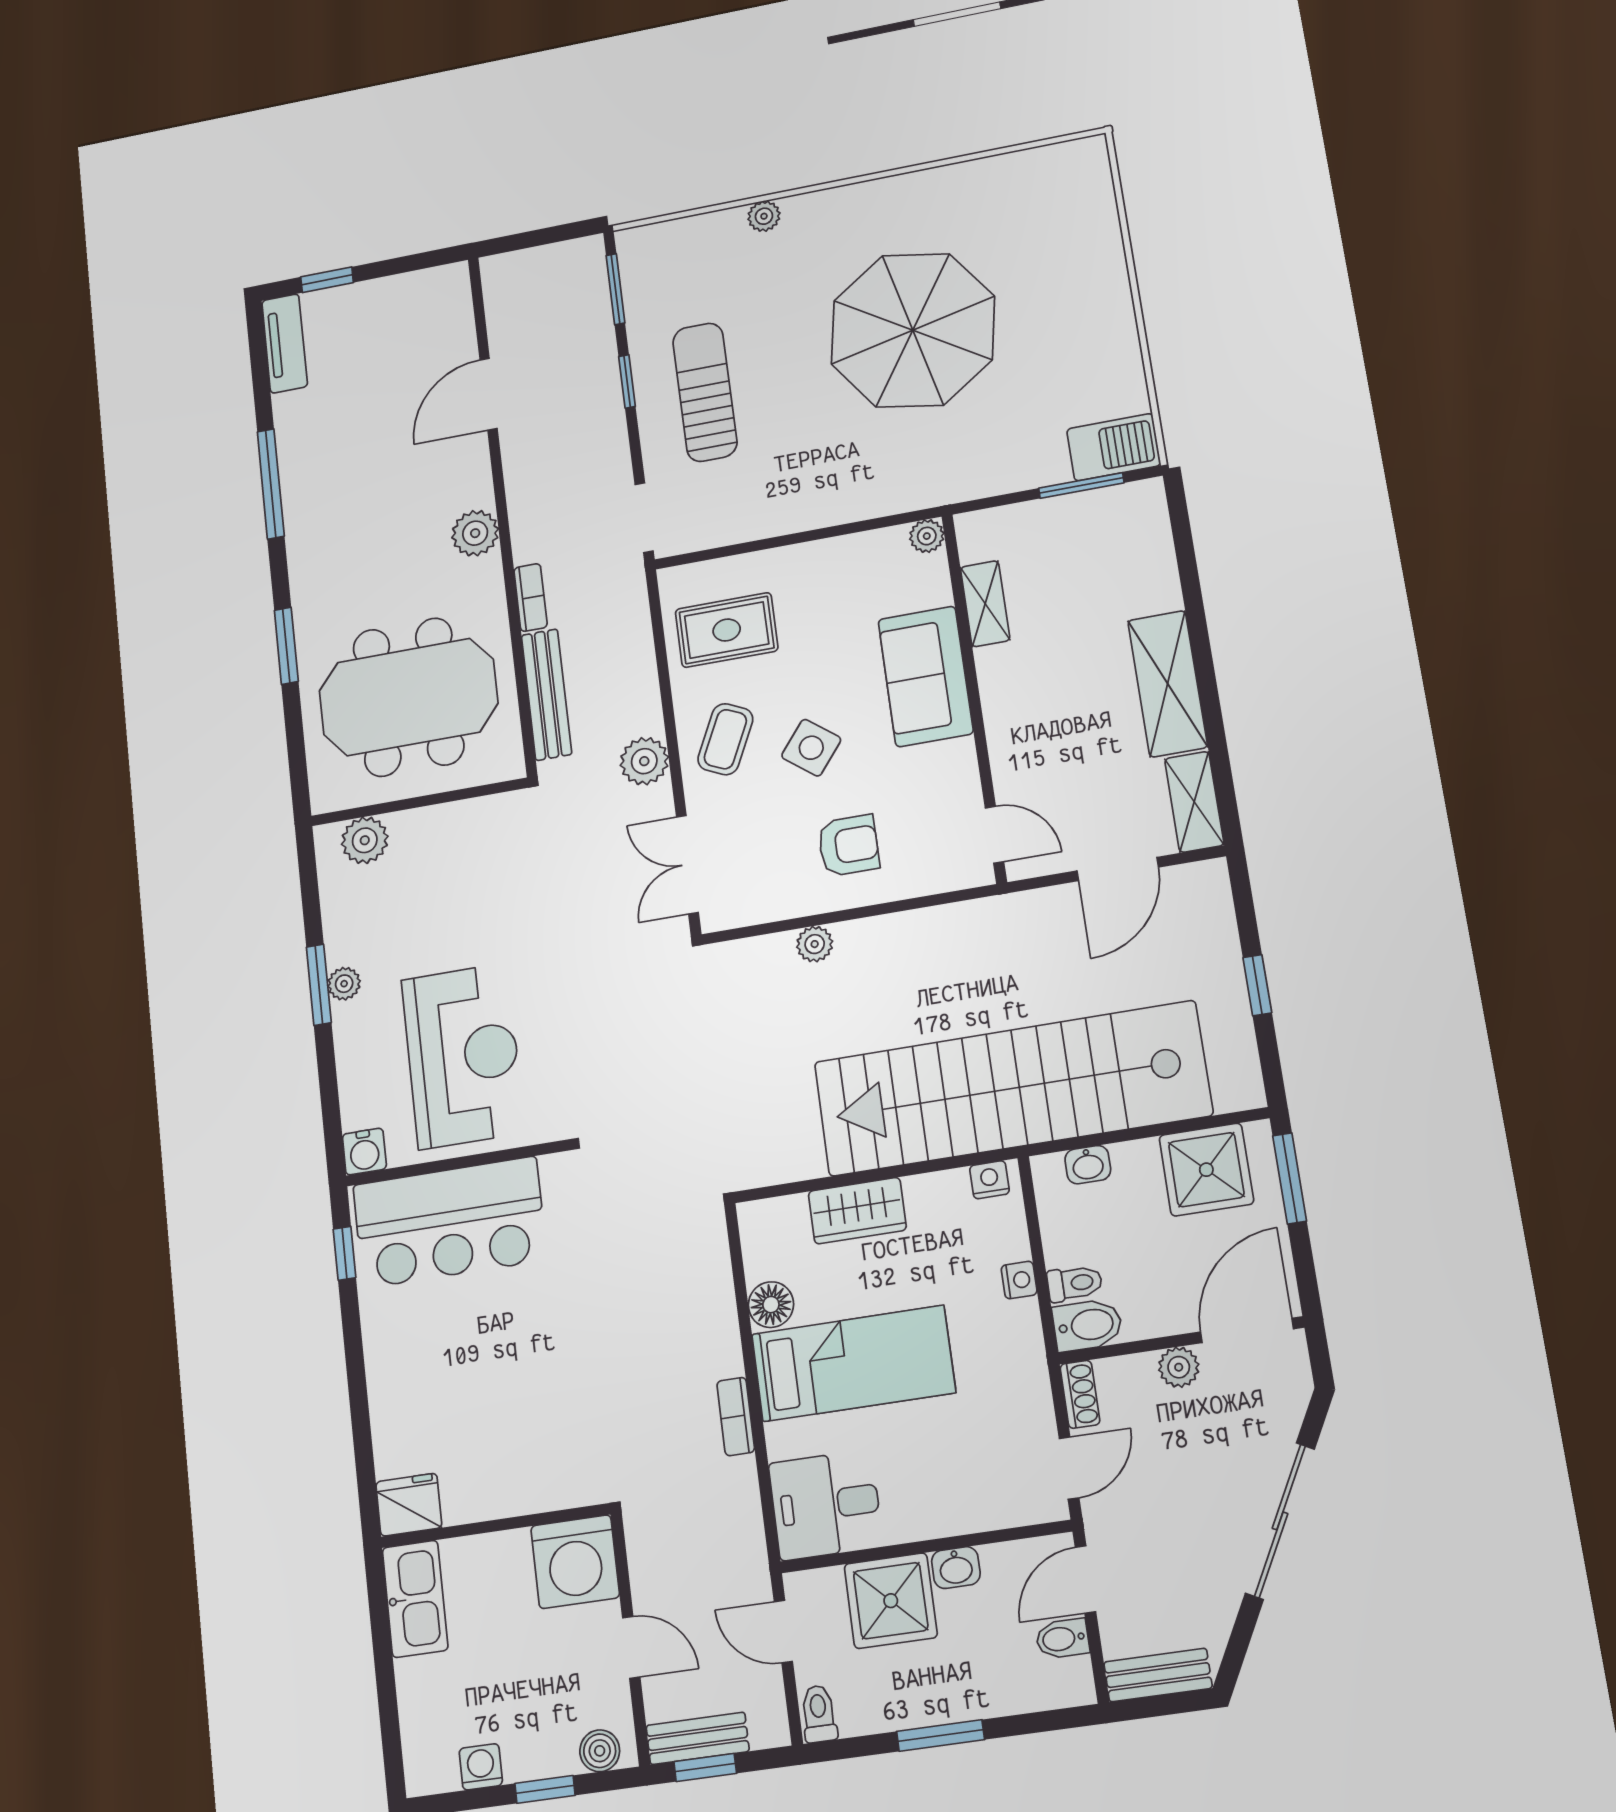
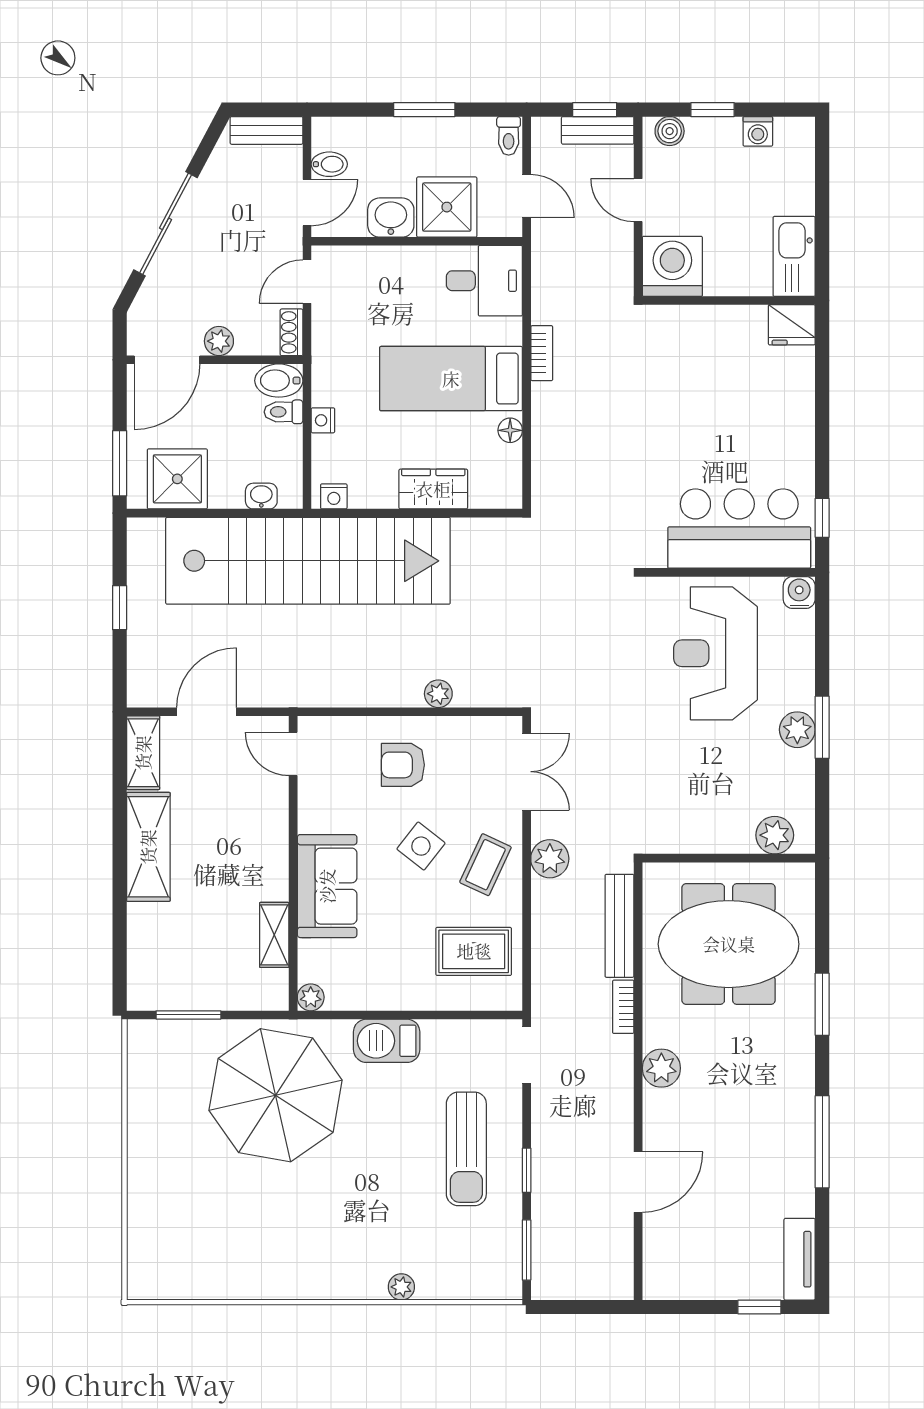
parasol: (913, 330) -> (276, 1095), moved
barbecue: (1114, 447) -> (387, 1041), moved
plant: (344, 984) -> (797, 730), width x1.38, depth x1.38
floor lamp: (771, 1305) -> (510, 430), width x0.73, depth x0.73
washbasin: (956, 1568) -> (391, 218), width x1.38, depth x1.45

